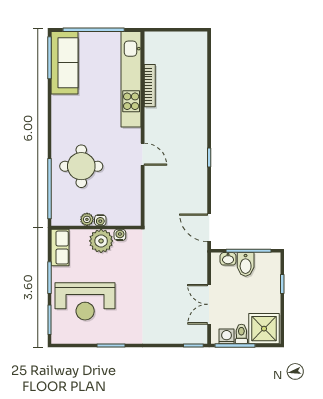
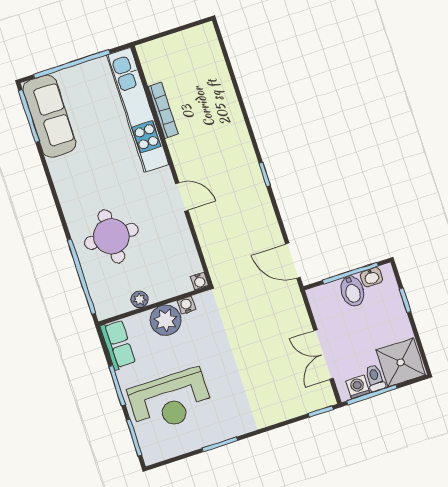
water cooler: (100, 220) -> (199, 281), moved
washbasin: (228, 259) -> (371, 277), moved

